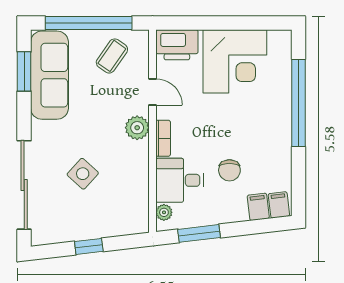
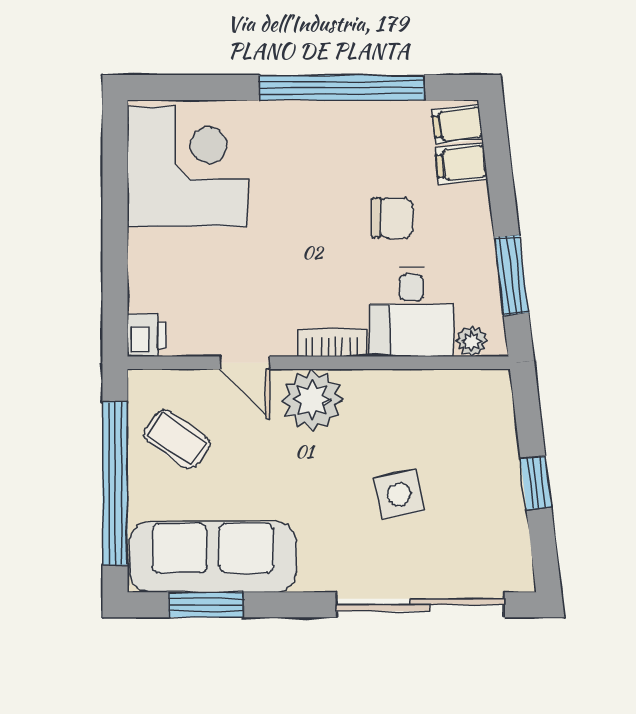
printer: (177, 45) -> (147, 335), width x0.53, depth x0.68
corner desk: (235, 61) -> (187, 167), moved
door: (153, 92) -> (245, 363), swing flipped
window: (299, 103) -> (341, 88), moved
plant: (137, 128) -> (312, 400), width x1.36, depth x1.36
side table: (83, 174) -> (399, 494), turned 37

